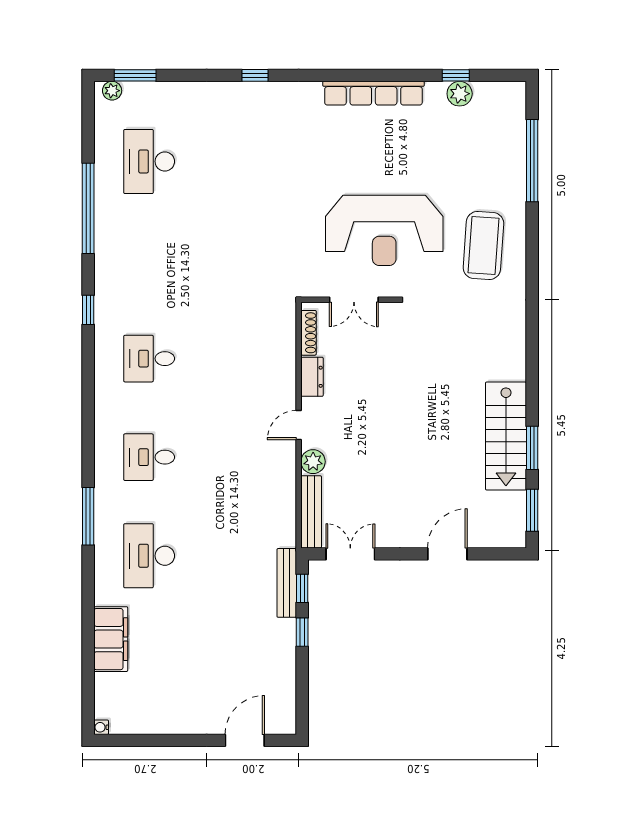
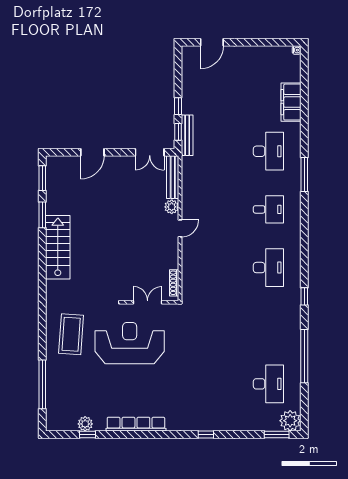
plant: (112, 91) -> (290, 421), width x1.88, depth x1.88
desk: (149, 359) -> (268, 268), width x1.37
dresser: (312, 377) -> (172, 257), removed
stairs: (506, 436) -> (58, 247), moved

